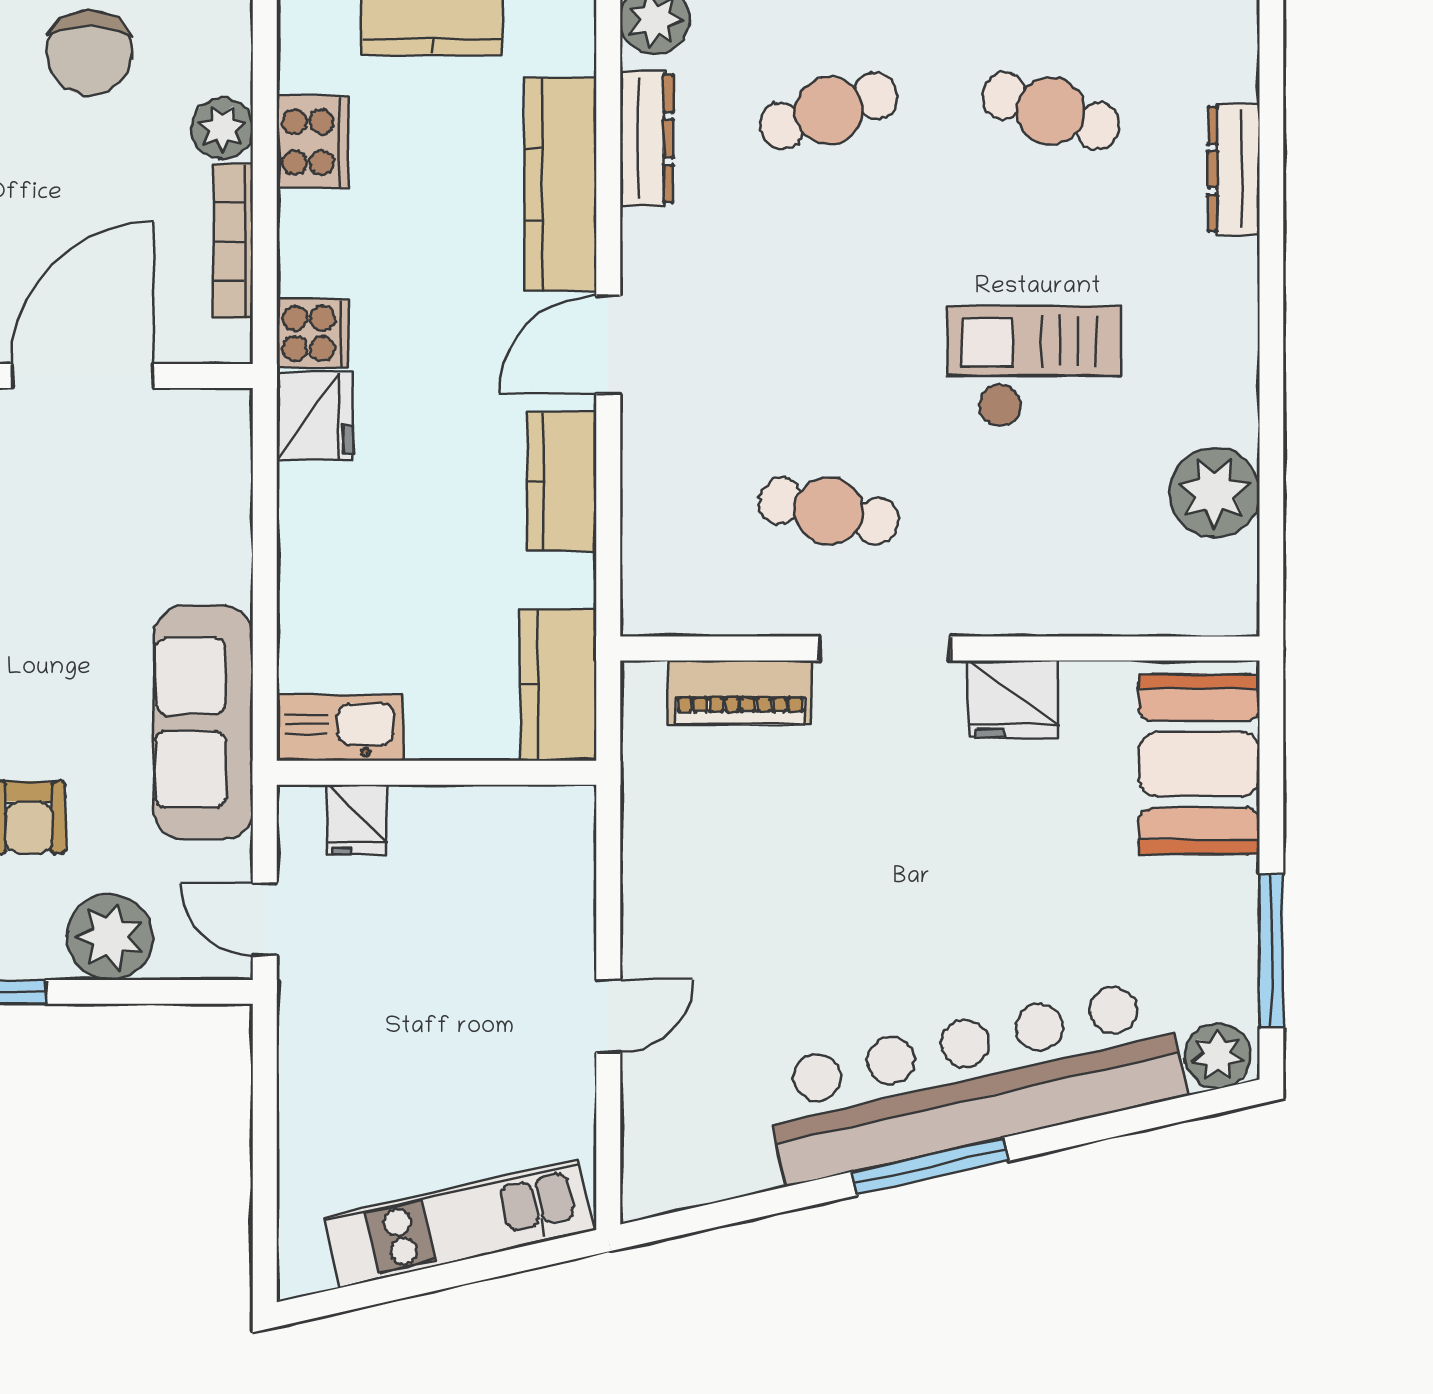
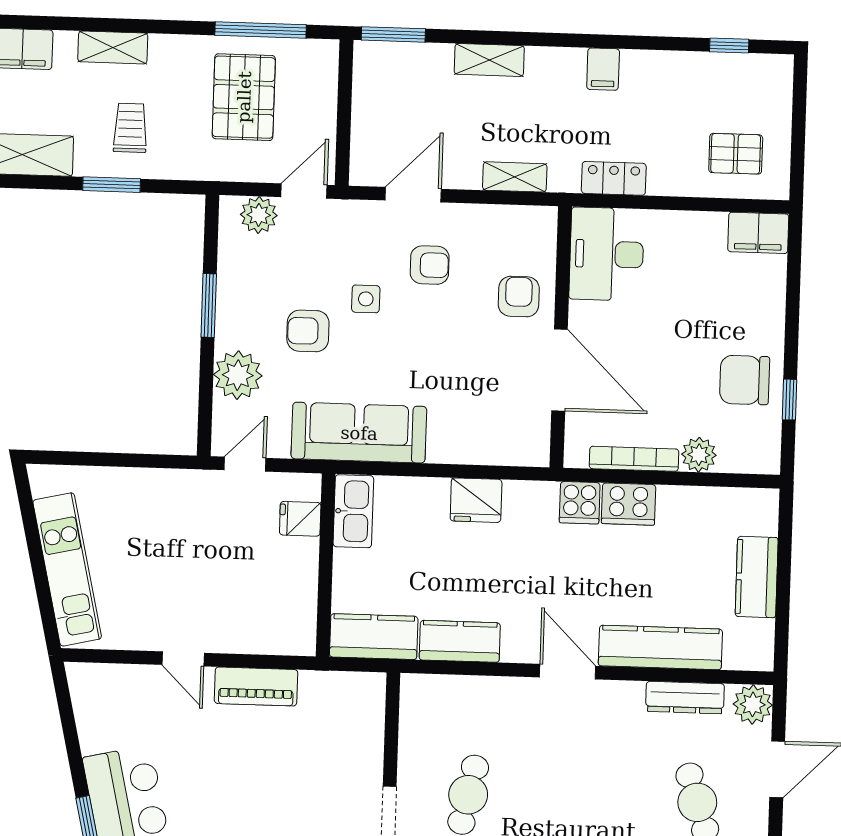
cooker: (312, 142) -> (629, 504), moved
fridge: (314, 416) -> (476, 500), moved
kitchen counter: (562, 481) -> (460, 641), moved
piano: (740, 692) -> (256, 686), moved, turned -90

